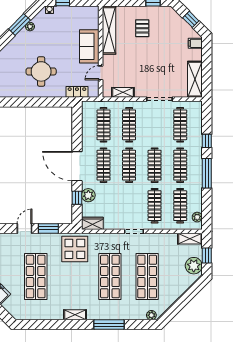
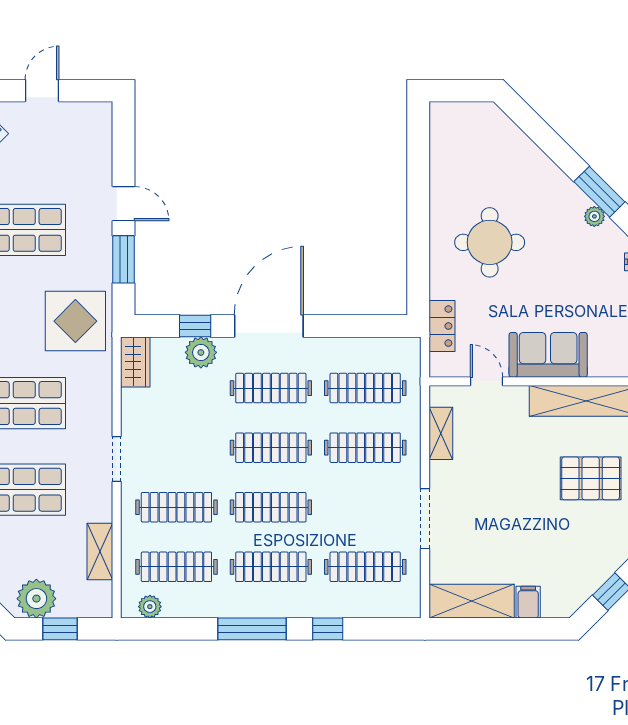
pallet: (142, 28) -> (591, 478), width x1.50, depth x1.42
filing cabinet: (195, 43) -> (528, 602), moved
shelving: (190, 239) -> (100, 551), moved

